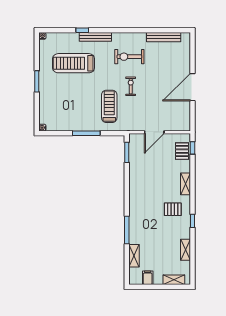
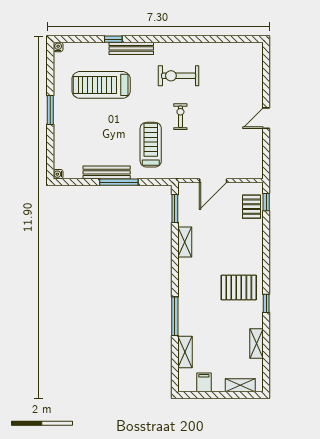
bench: (164, 37) -> (107, 172), moved
door: (193, 87) -> (266, 118), width x0.53
shelving: (185, 184) -> (185, 242), moved
pallet: (173, 209) -> (239, 287), width x1.50, depth x1.42

